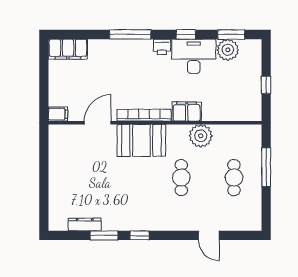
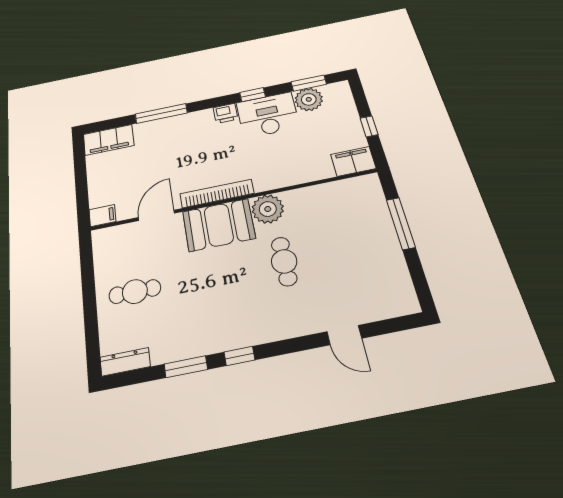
window: (130, 34) -> (161, 113), moved
filing cabinet: (187, 112) -> (353, 161), moved
plant: (201, 136) -> (268, 209), moved
cafe table: (234, 178) -> (135, 292), moved, turned 90
dresser: (85, 224) -> (125, 362), moved

